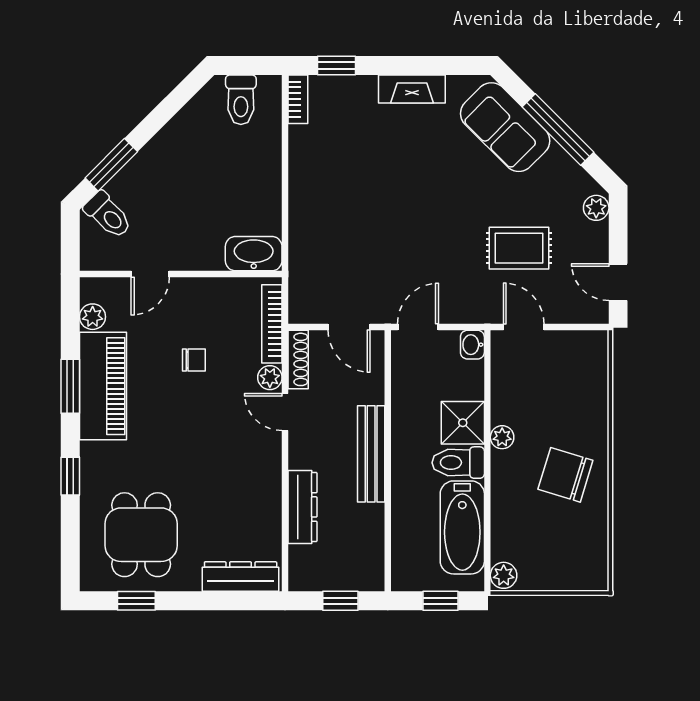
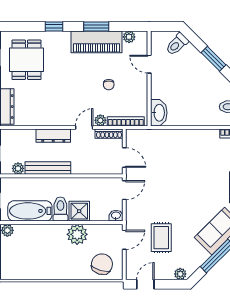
window: (111, 165) -> (213, 59), moved
door: (349, 327) -> (124, 158), swing flipped
door: (418, 327) -> (124, 190), hinge flipped
plant: (502, 437) -> (77, 234), width x1.88, depth x1.88
bench: (371, 454) -> (48, 168), moved
chair: (565, 475) -> (102, 264), moved
dresser: (302, 507) -> (53, 136), moved
dining table: (141, 535) -> (26, 60), turned 90
plant: (372, 553) -> (18, 168), added

